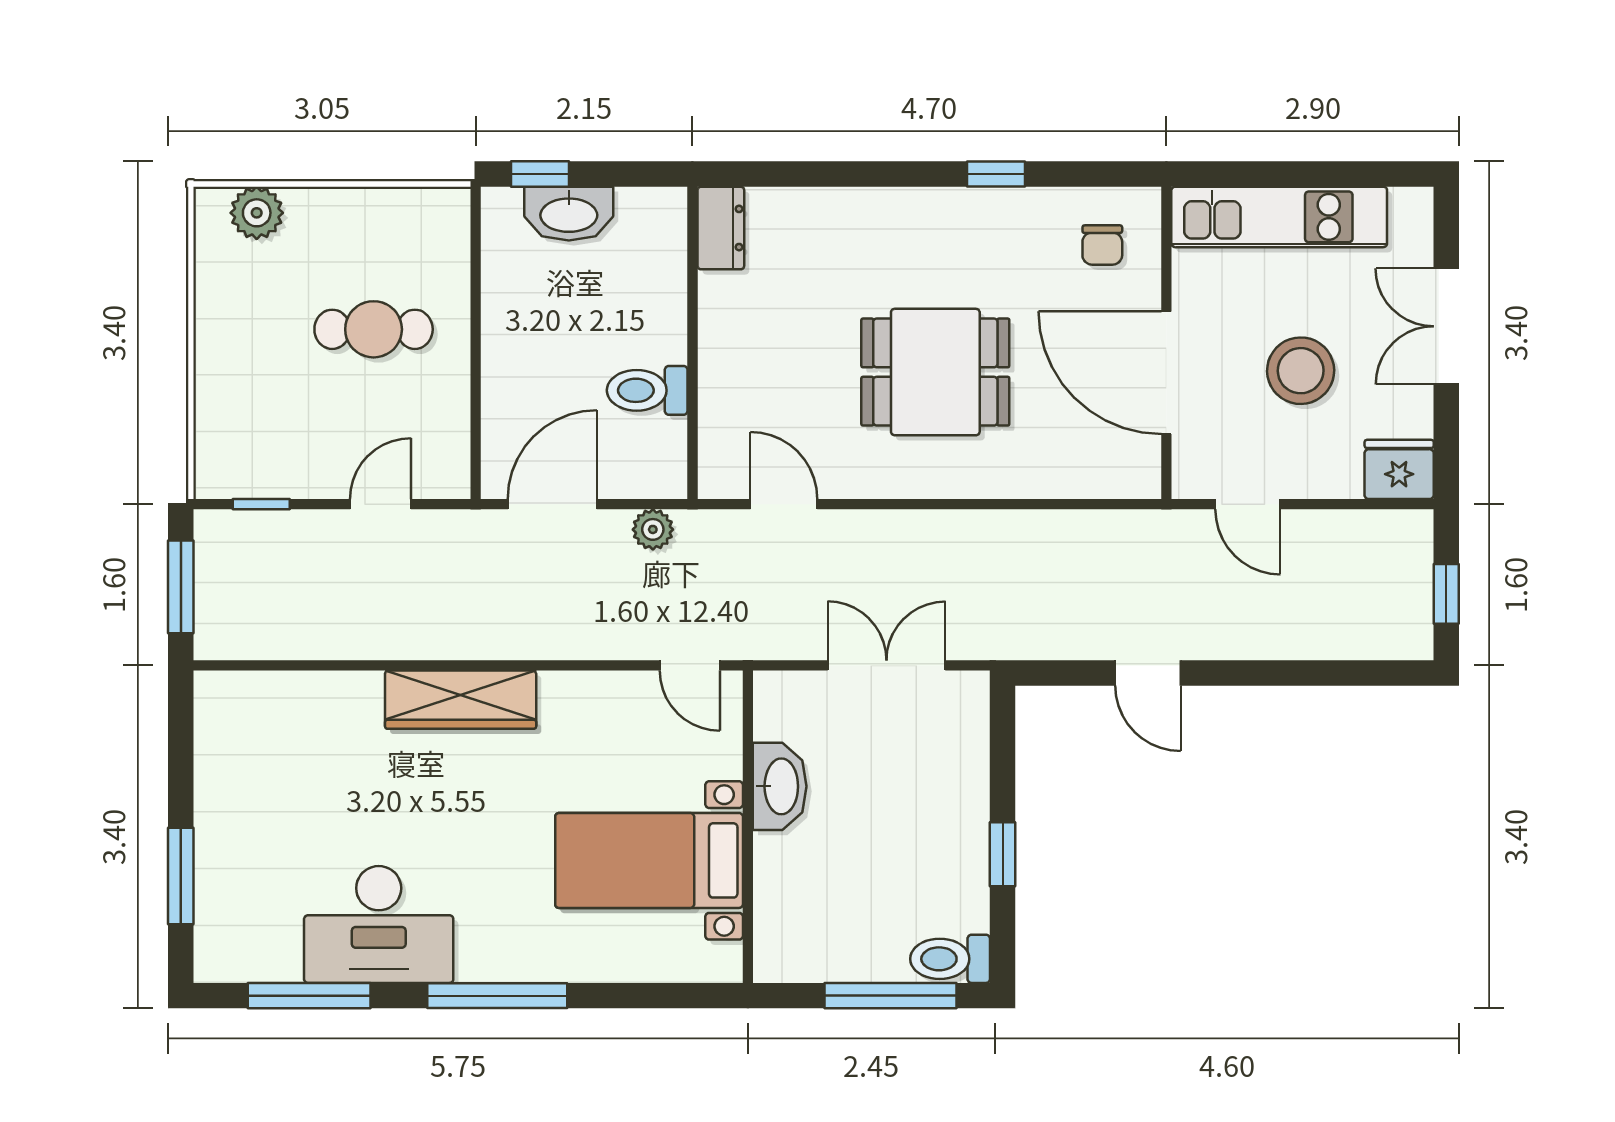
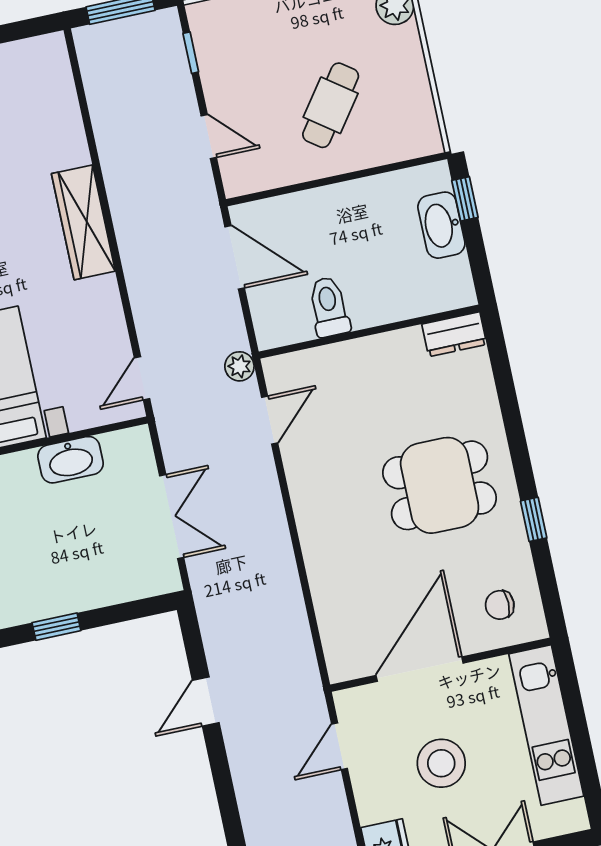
cafe table: (374, 329) -> (331, 105), turned 36
dining table: (935, 372) -> (440, 485), moved, turned 90
plant: (653, 529) -> (239, 366), moved

